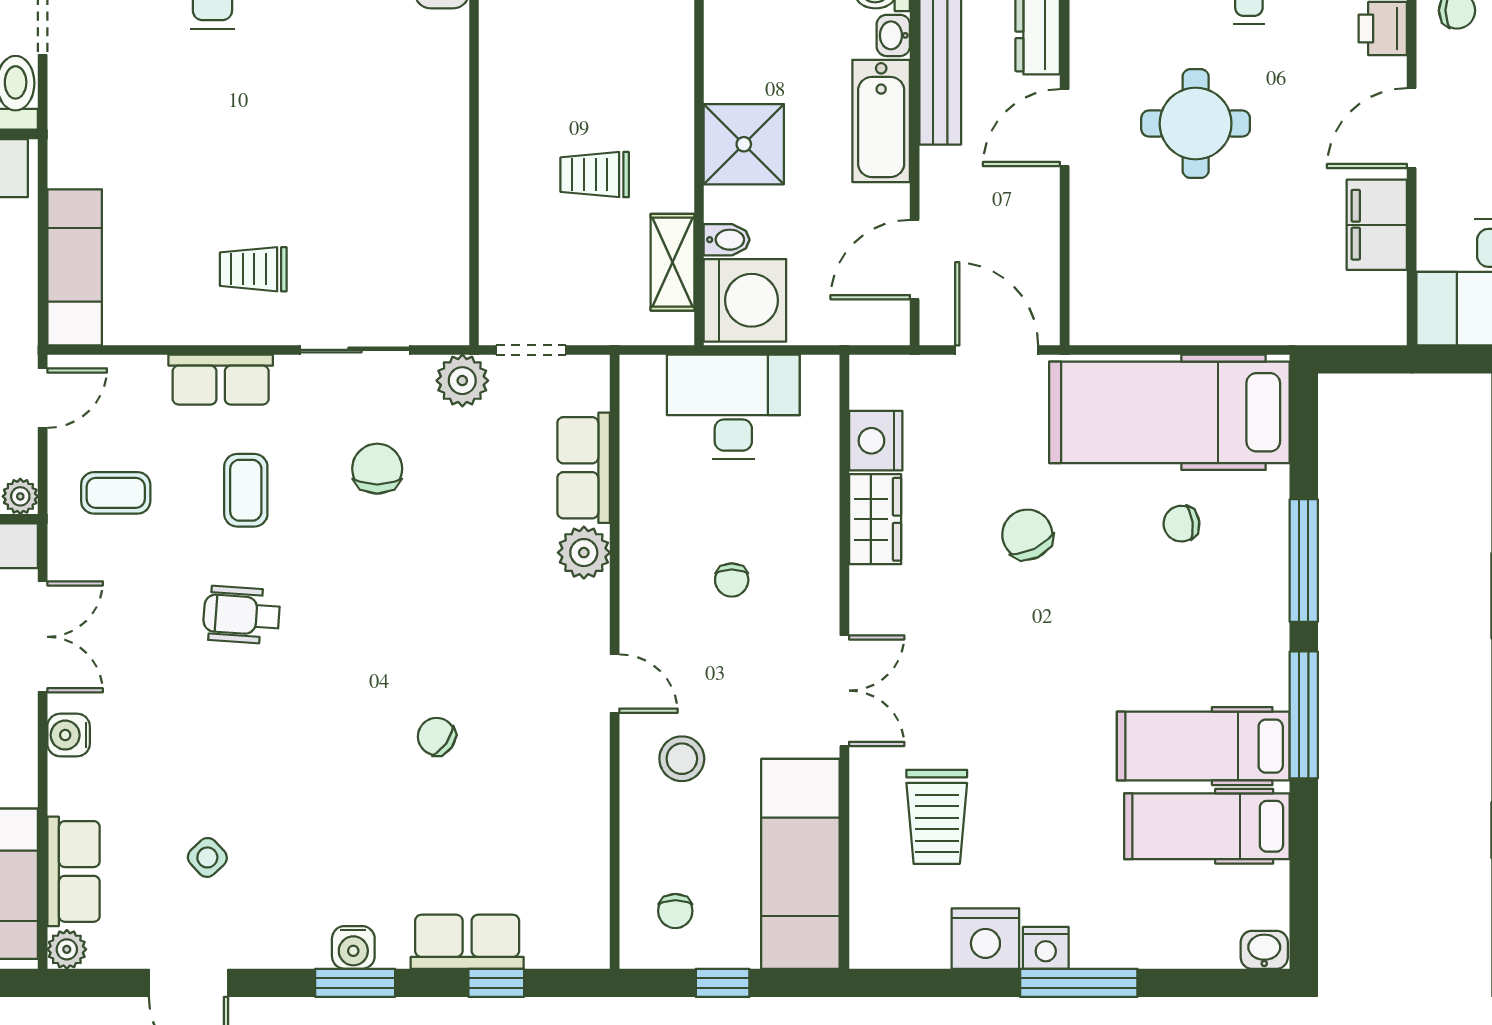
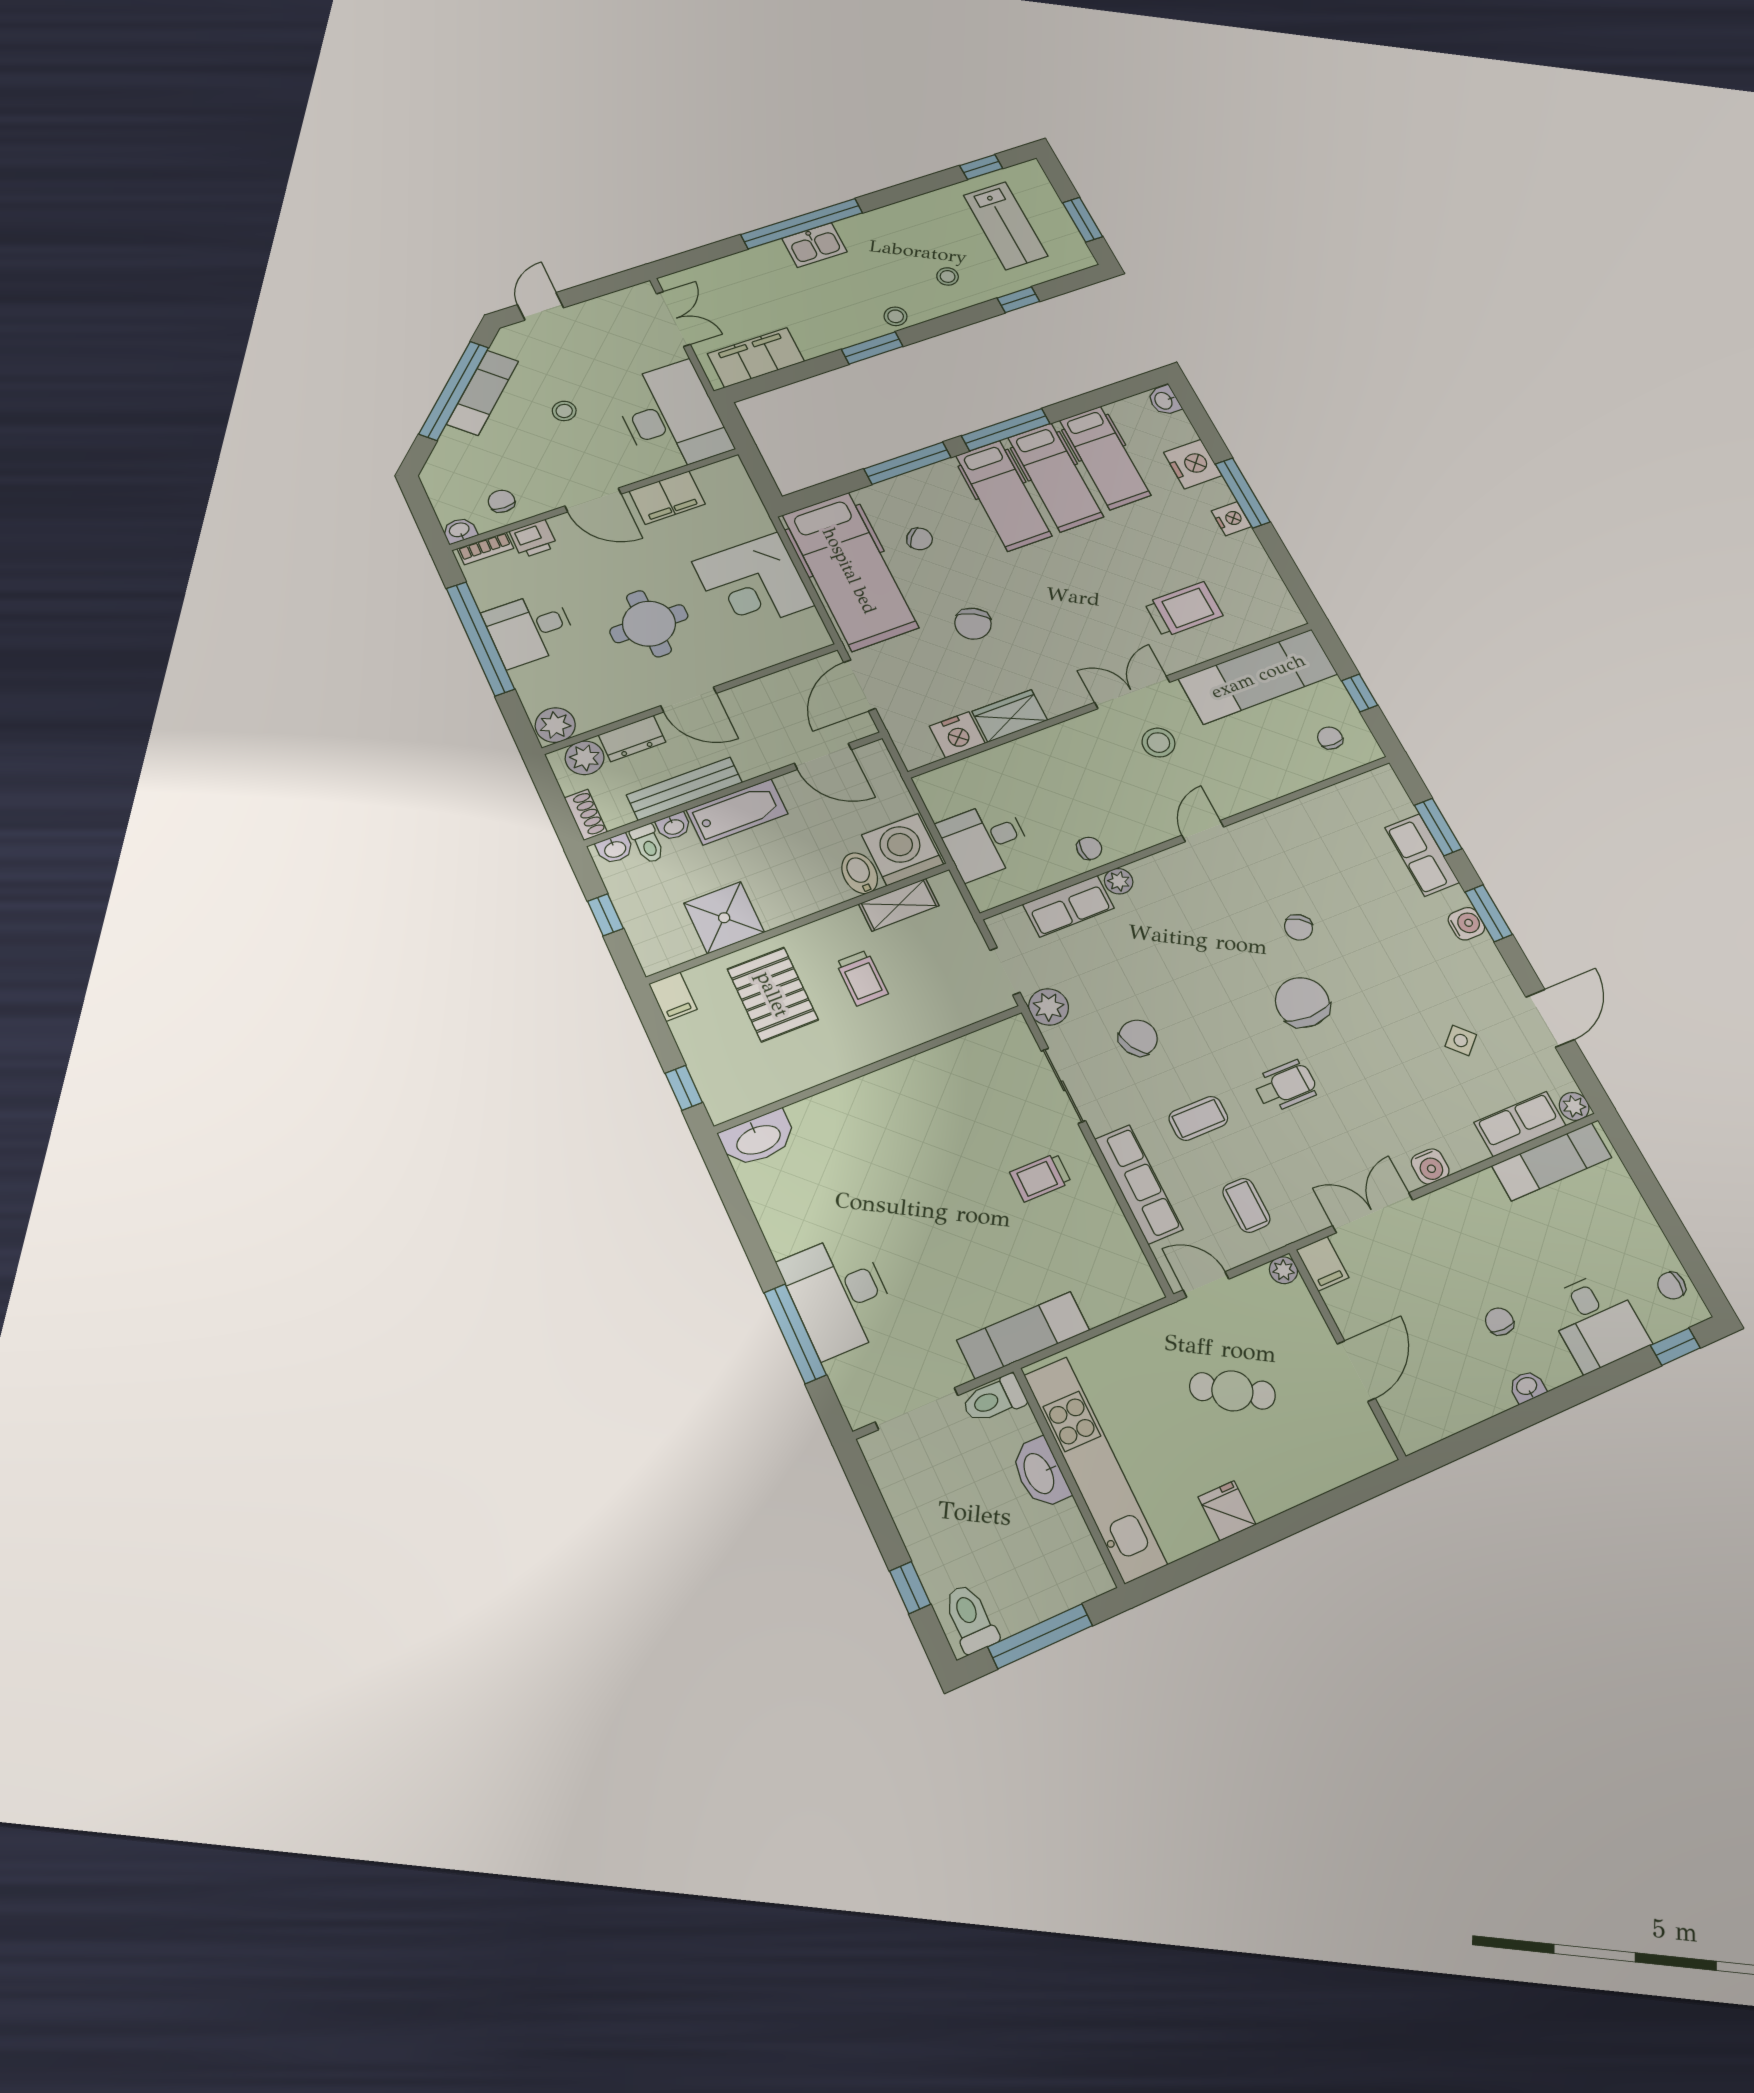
pallet: (618, 59) -> (773, 994), added
shower: (744, 144) -> (724, 918), moved
bidet: (727, 240) -> (860, 873), width x1.38, depth x1.36
exam couch: (75, 267) -> (1023, 1335), moved
trolley: (253, 269) -> (1040, 1177), turned 90
corner desk: (1201, 280) -> (753, 583), added
row of seats: (221, 380) -> (1139, 1184), width x1.48
desk: (733, 407) -> (985, 840), width x0.73
chair: (377, 469) -> (1138, 1038), turned 151
chair: (1181, 524) -> (920, 539), turned -42
chair: (1027, 535) -> (973, 624), turned -34
plant: (584, 553) -> (1119, 881), width x0.73, depth x0.73
chair: (732, 580) -> (1089, 848), moved
wheelchair: (241, 615) -> (1286, 1086), turned -94
hospital bed: (1203, 664) -> (1004, 496), added
chair: (338, 690) -> (1302, 1002), added
stool: (682, 759) -> (1158, 743), moved
chair: (675, 911) -> (1330, 738), turned -90
nightstand: (985, 939) -> (1193, 464), moved
window: (496, 983) -> (1438, 827), width x1.50

